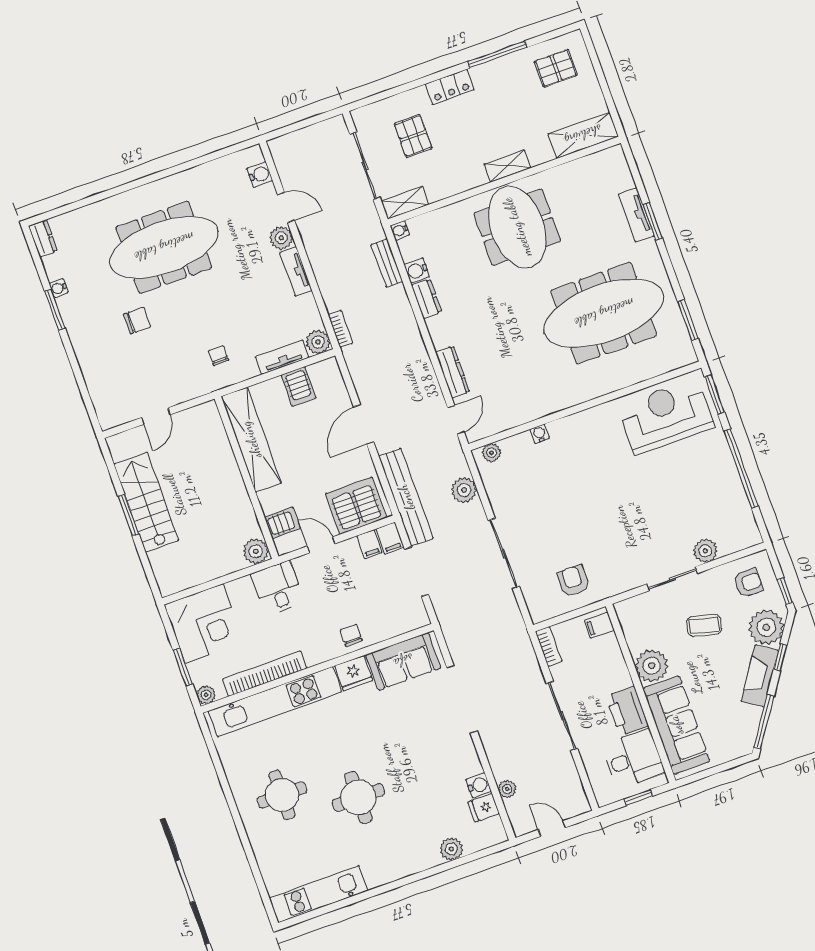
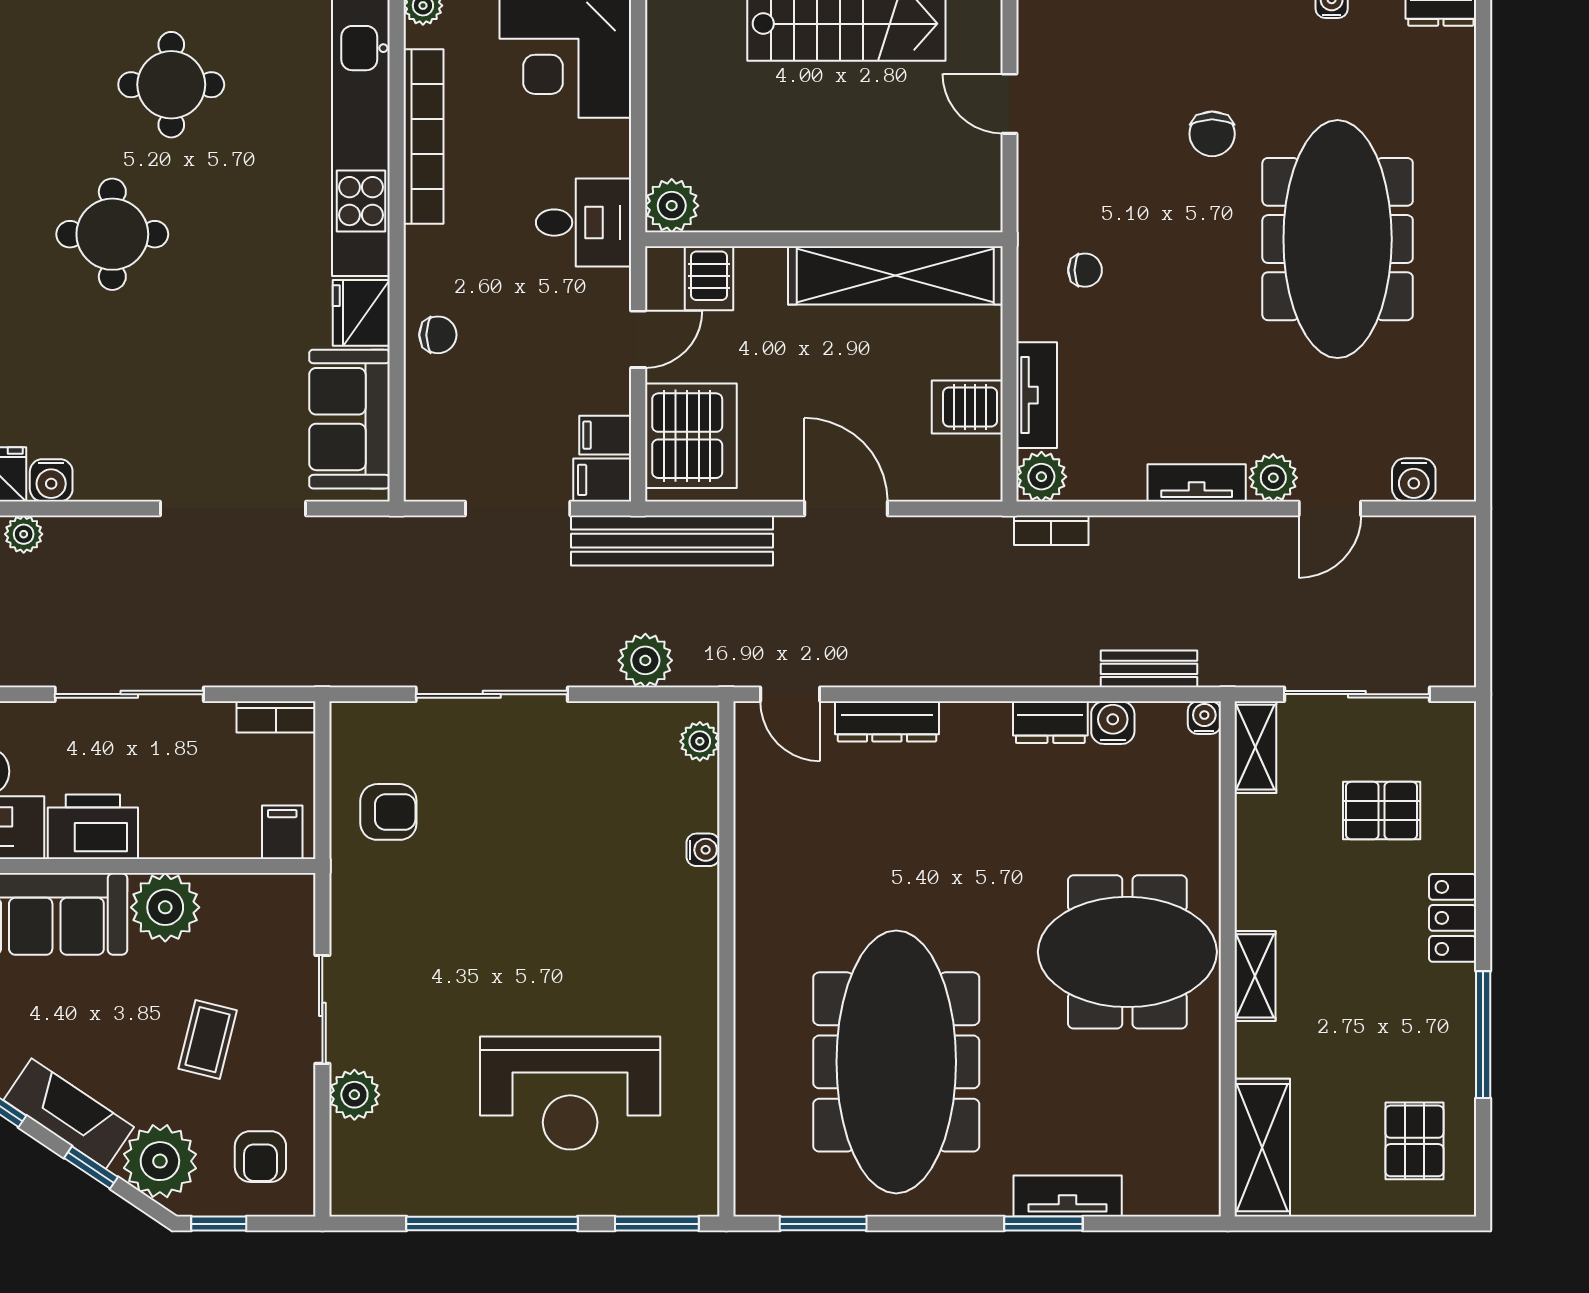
reception desk: (666, 416) -> (570, 1093), moved, turned 90

